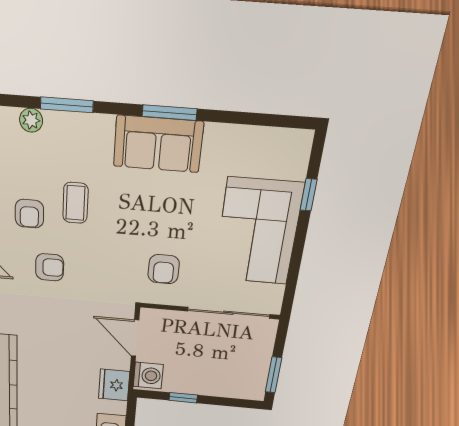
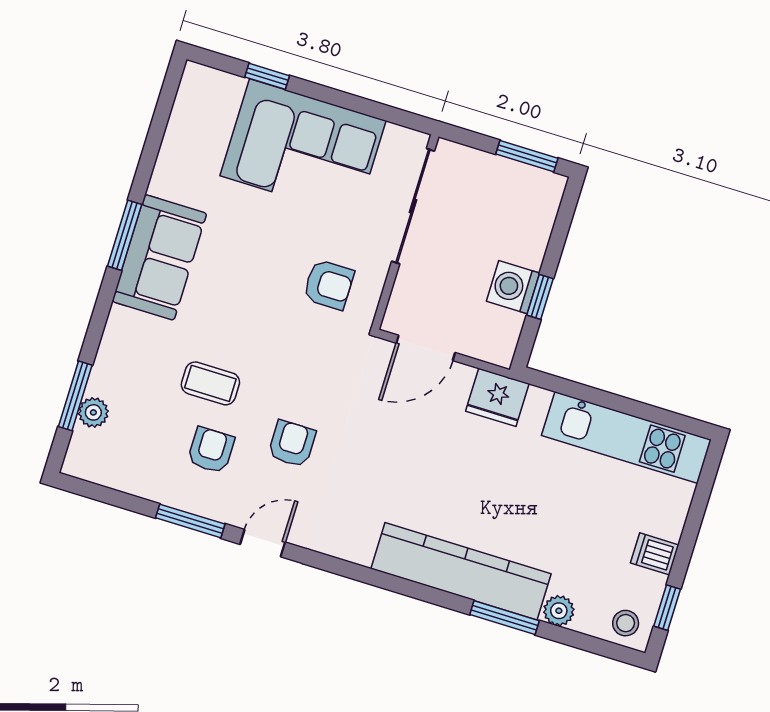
window: (67, 105) -> (75, 396), moved
armchair: (29, 214) -> (211, 450), turned -90
washing machine: (148, 376) -> (513, 287), moved, turned -90

